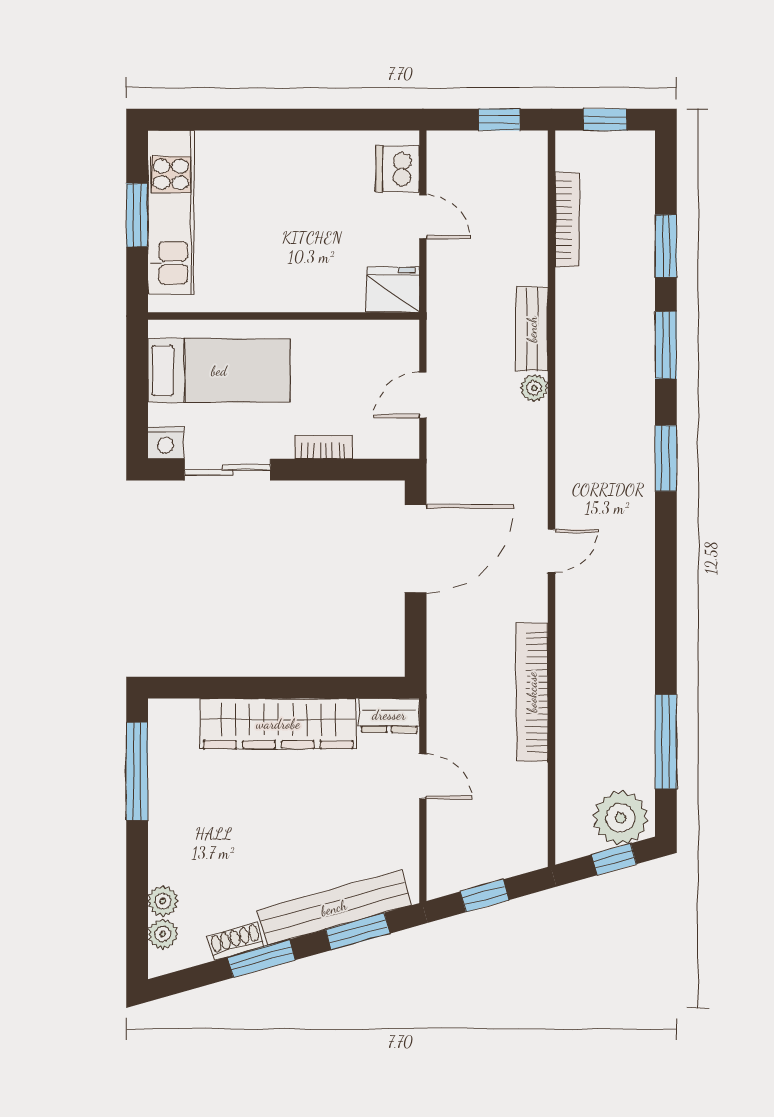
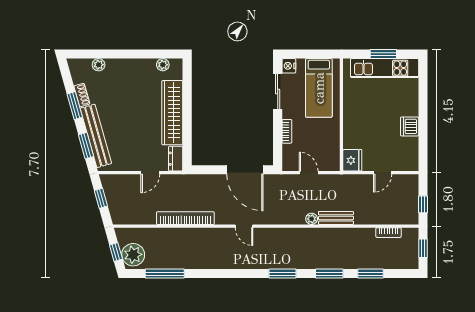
dishwasher: (398, 169) -> (410, 126), moved, turned -90
bookcase: (567, 220) -> (389, 233), width x0.64
window: (137, 771) -> (152, 54), removed
plant: (163, 934) -> (163, 65), moved

